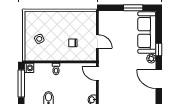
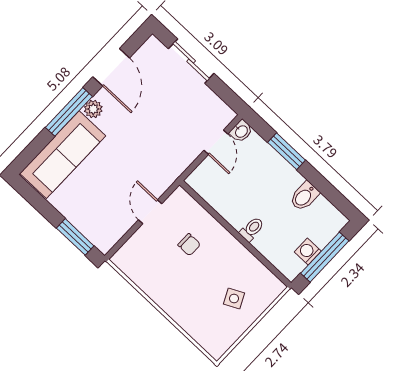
window: (133, 8) -> (75, 237), moved
window: (159, 49) -> (69, 112), width x2.17
washing machine: (29, 68) -> (308, 252), moved
door: (97, 74) -> (216, 142), moved

